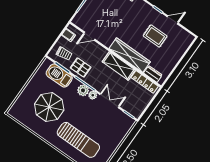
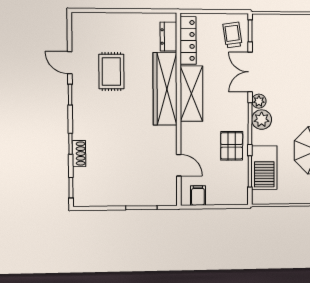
trolley: (64, 54) -> (232, 35), moved

